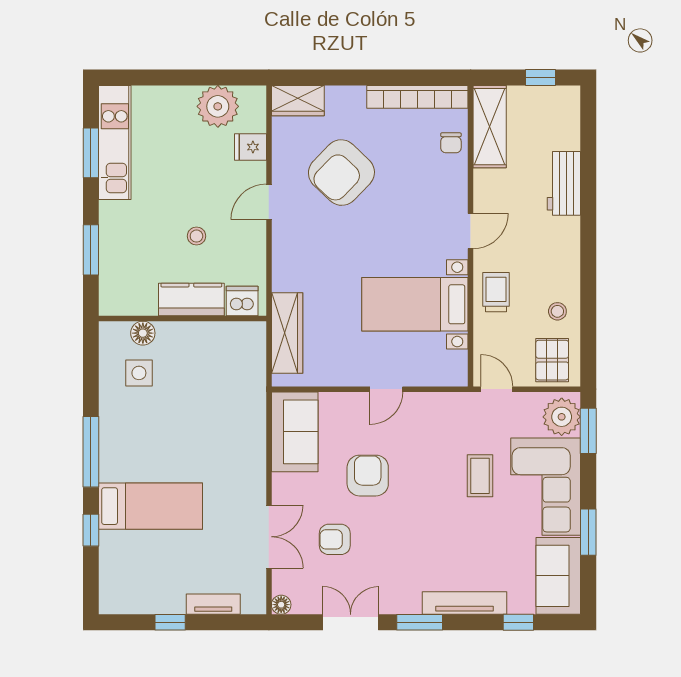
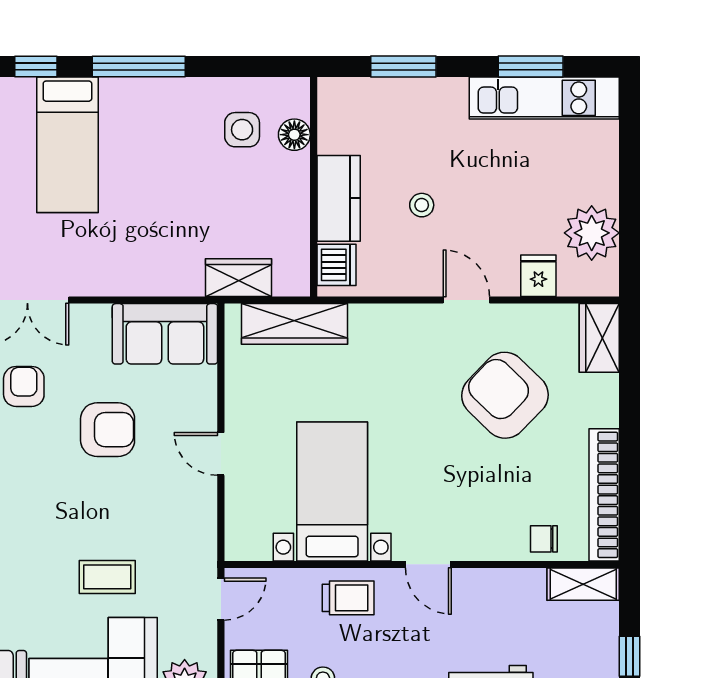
shelving: (490, 127) -> (583, 584), width x0.67, depth x0.75
wardrobe: (252, 376) -> (238, 278), added

